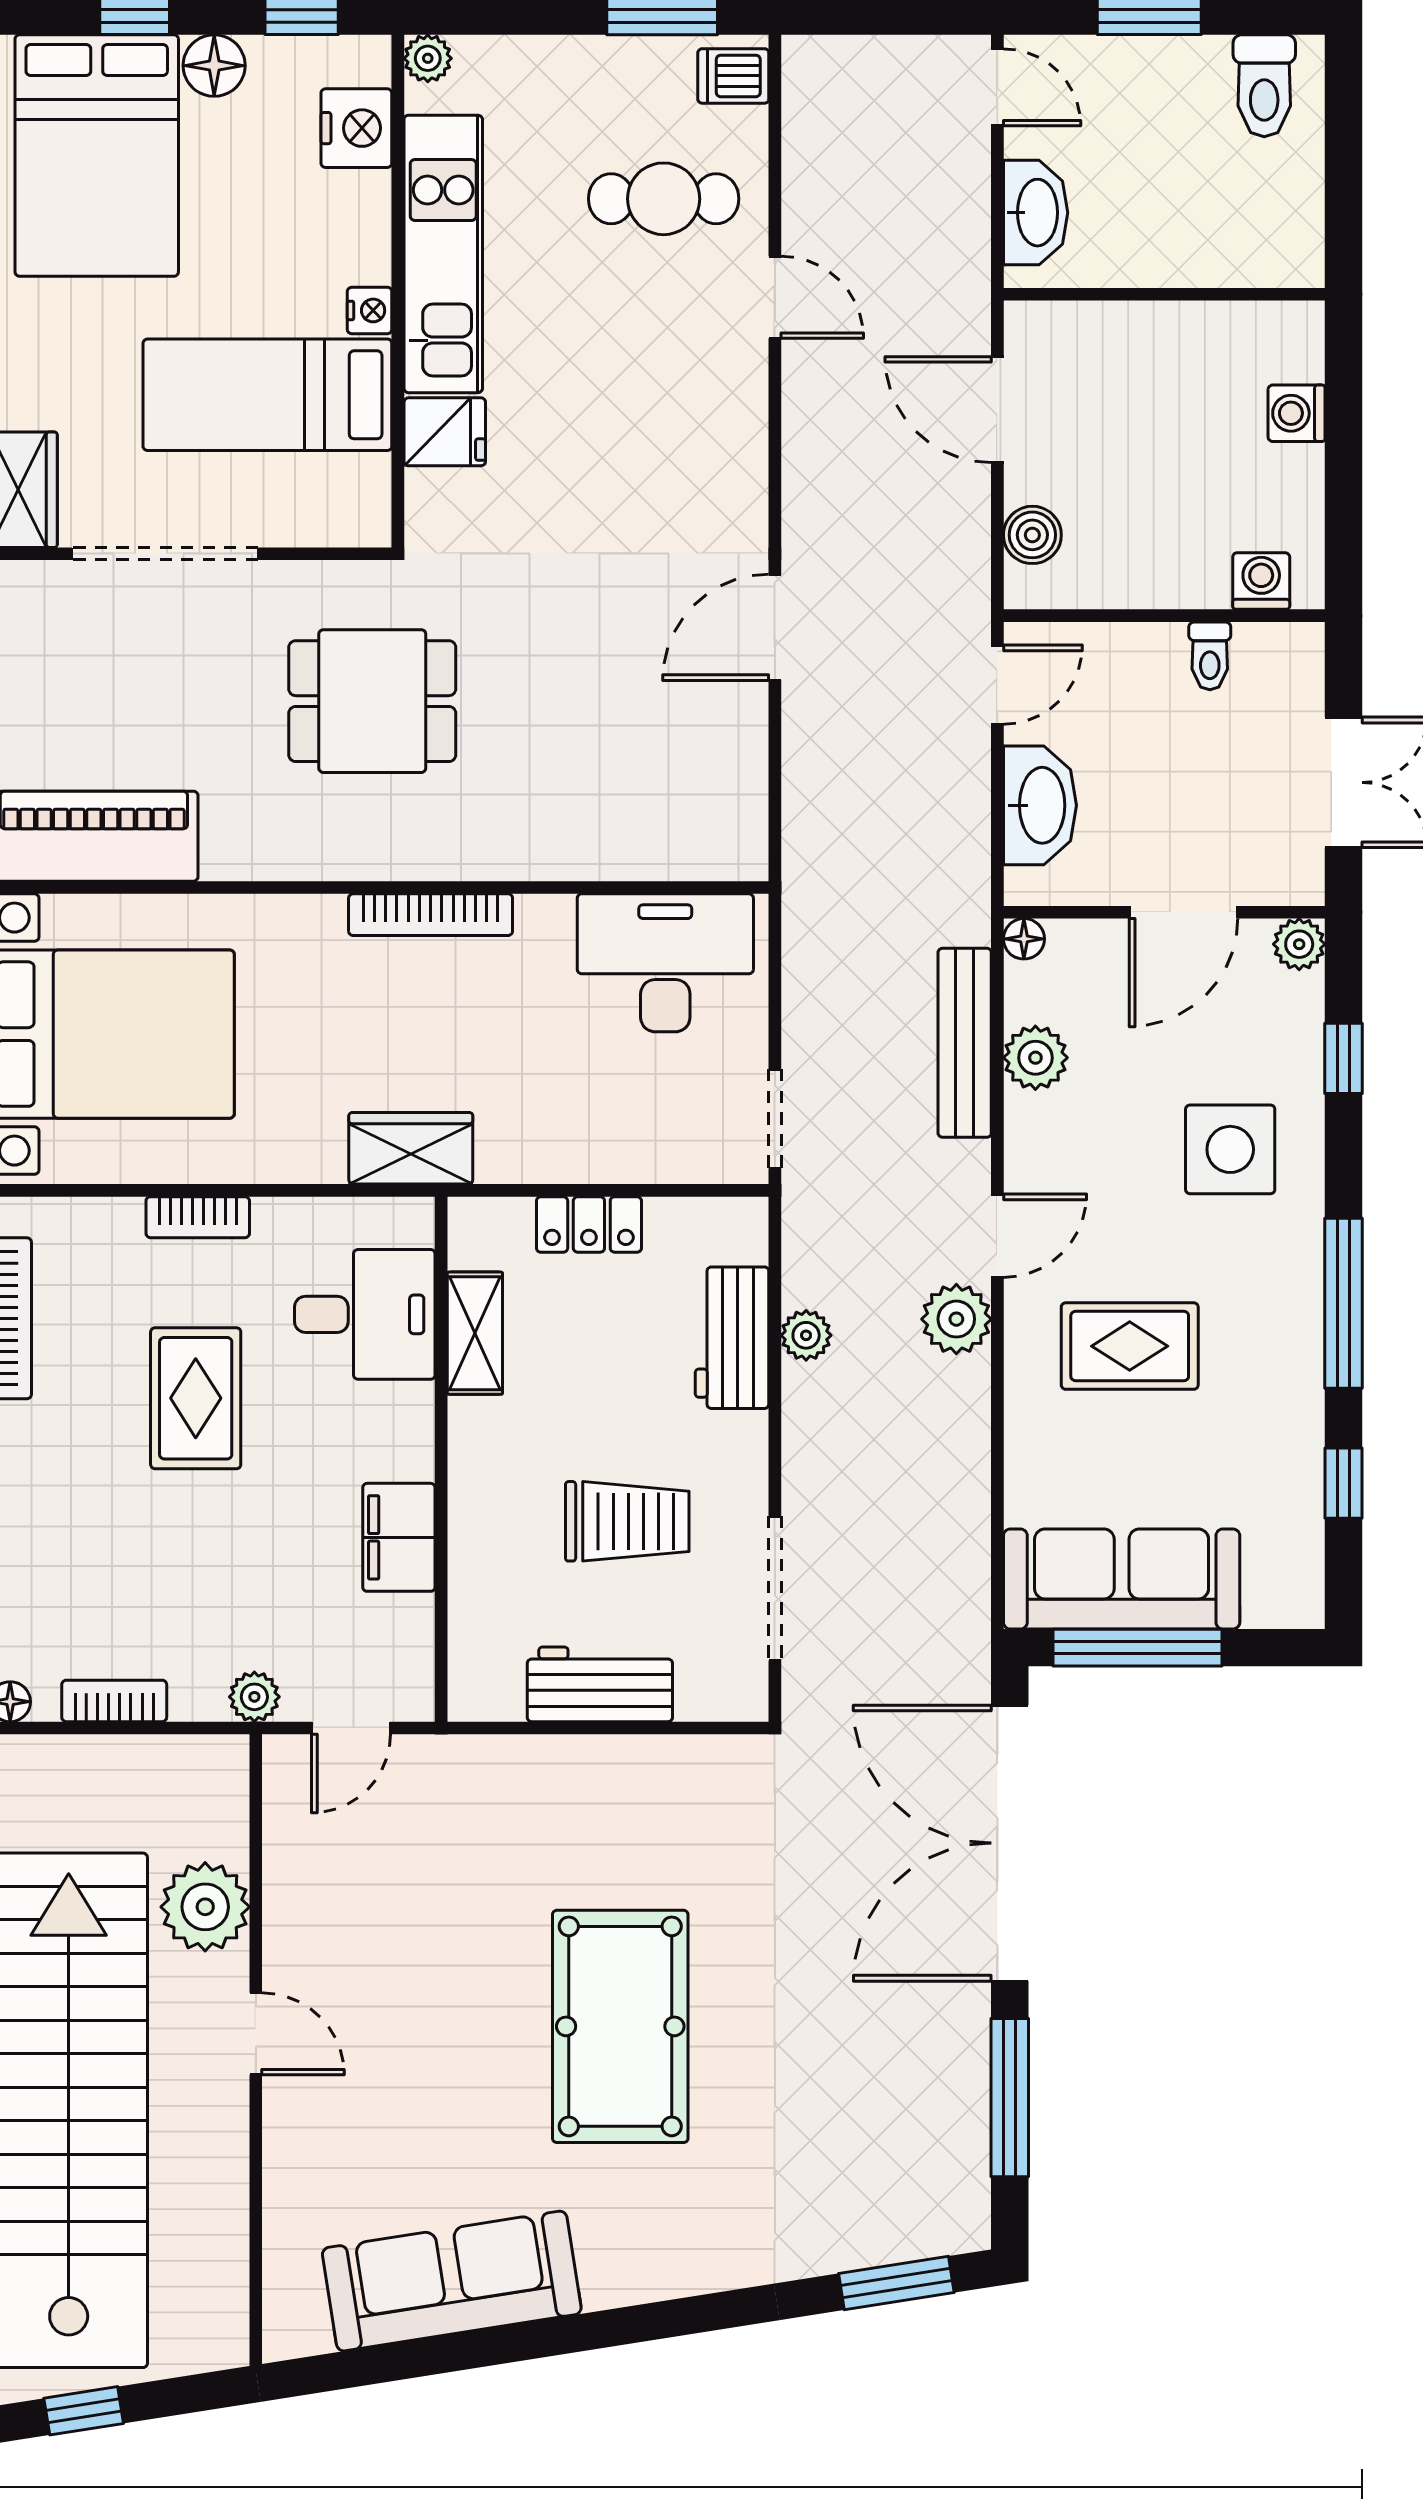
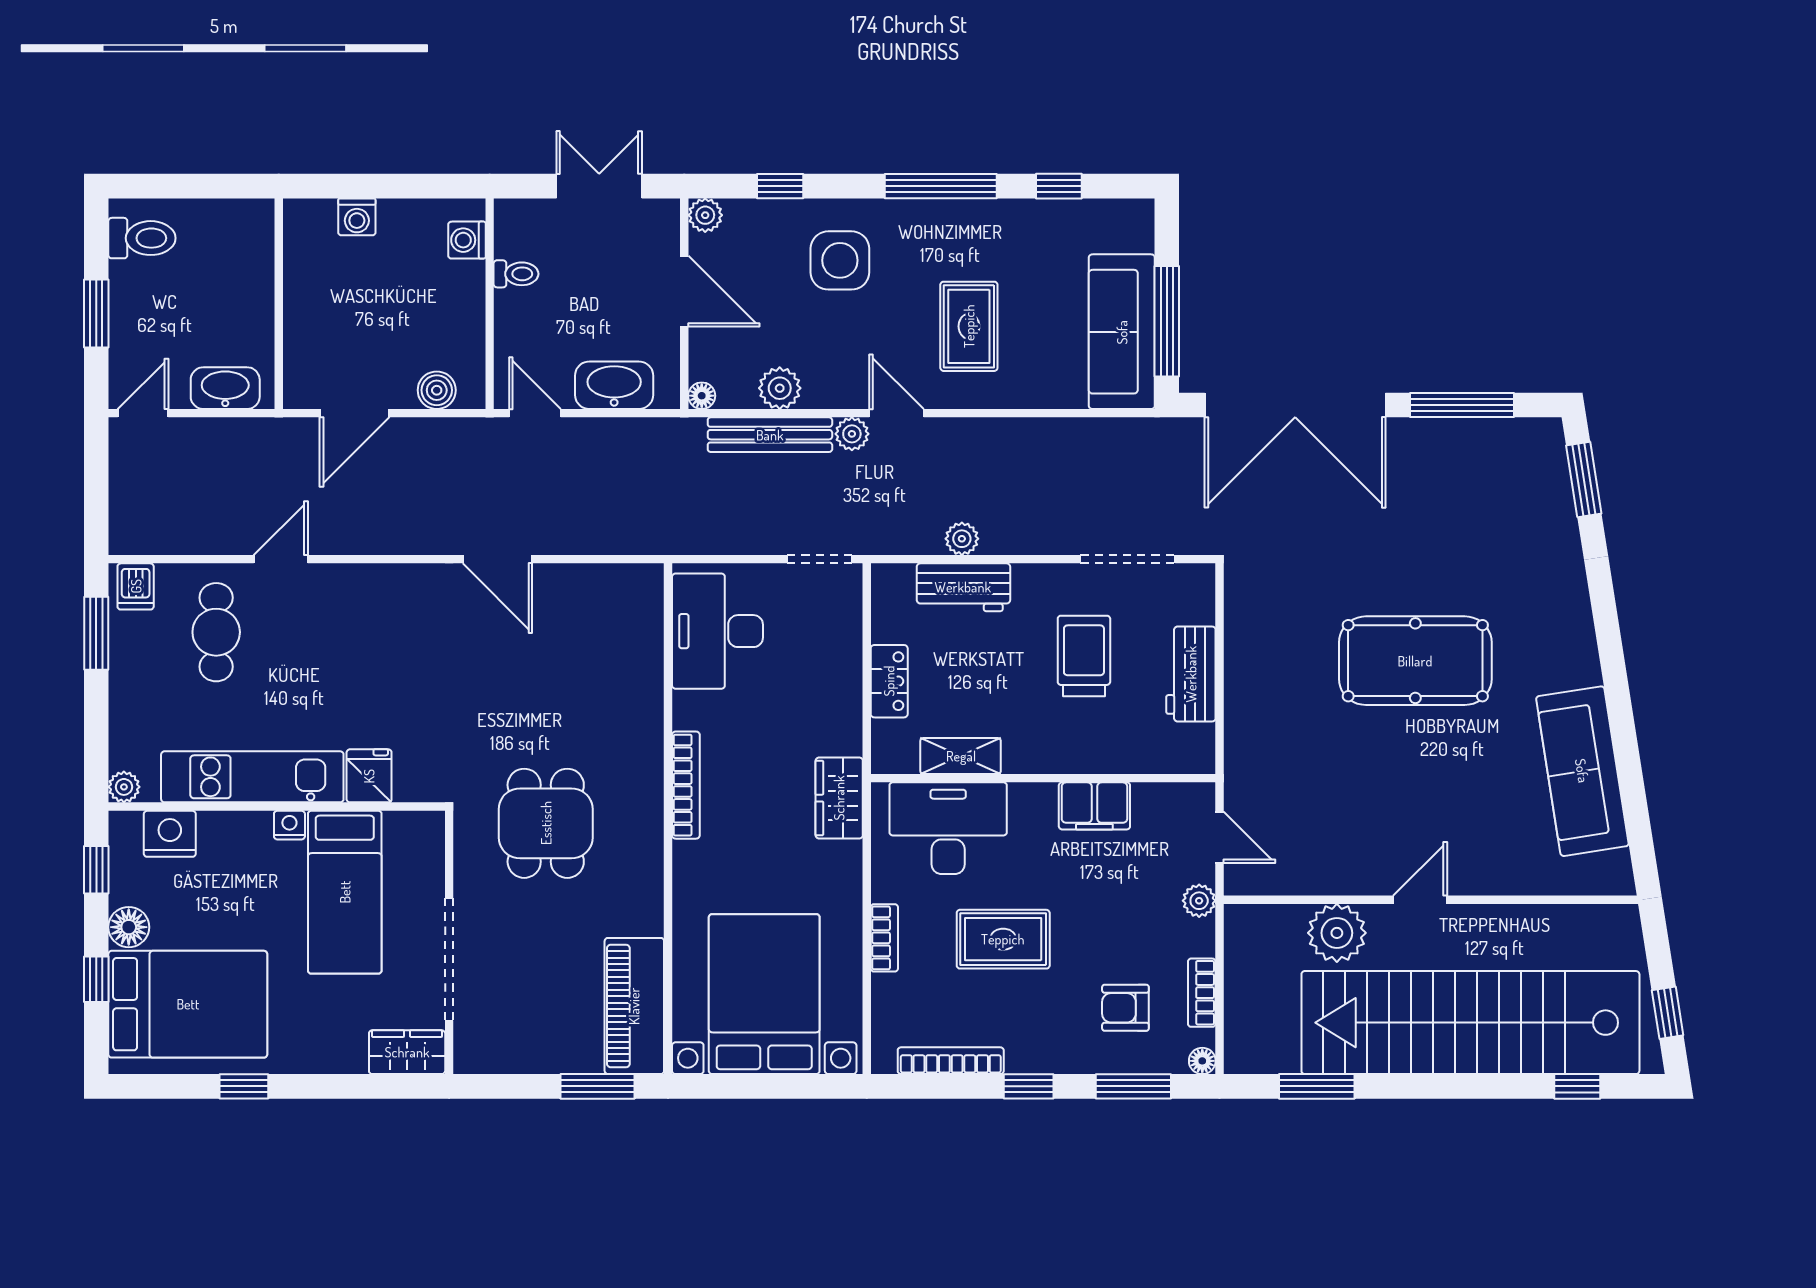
desk: (365, 1314) -> (948, 828), width x1.37
plant: (956, 1319) -> (852, 434), moved, width x0.73, depth x0.73
armchair: (91, 1585) -> (1125, 1008), added

